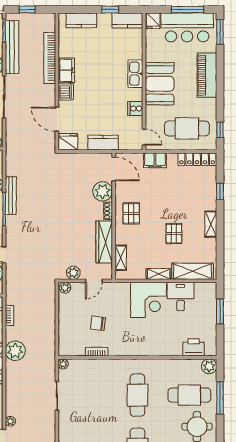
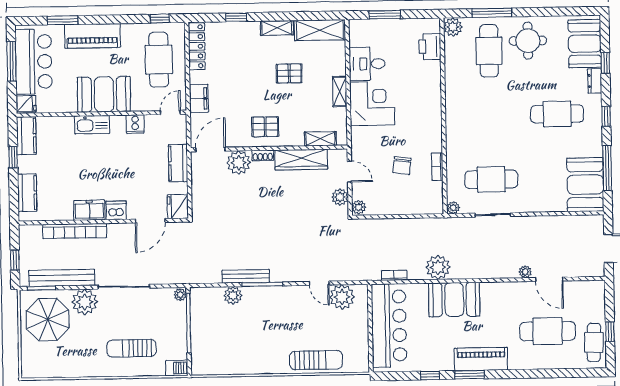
window: (220, 32) -> (63, 20), moved
shelving: (193, 271) -> (320, 30), moved, turned 90
cafe table: (137, 395) -> (491, 179), moved

